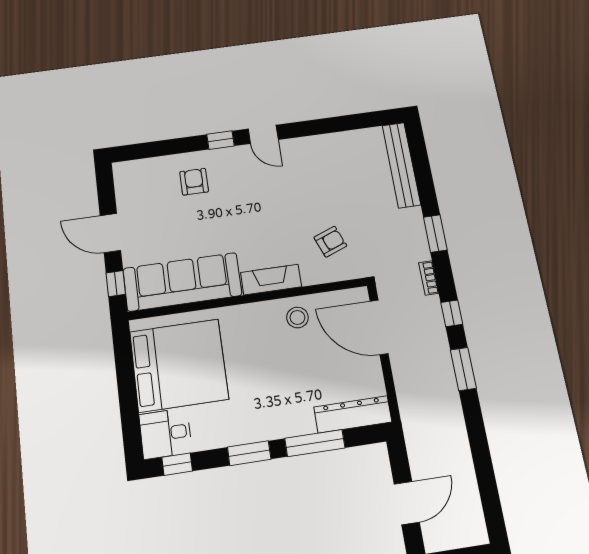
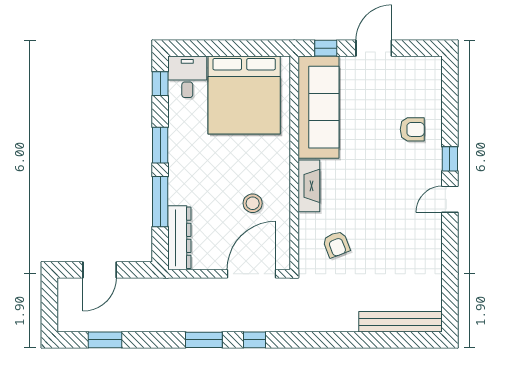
window: (435, 234) -> (105, 340), moved
bookcase: (429, 278) -> (290, 326), removed
stool: (297, 317) -> (253, 203), moved
door: (407, 503) -> (100, 270), hinge flipped

